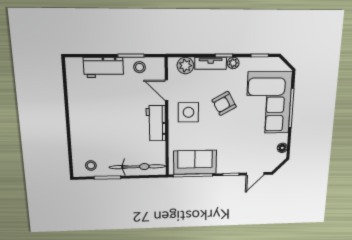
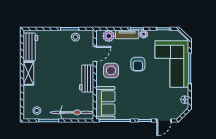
workbench: (103, 67) -> (30, 47), moved, turned -90
door: (166, 90) -> (95, 54), swing flipped
armchair: (224, 103) -> (138, 64), turned -61
shelving: (76, 118) -> (28, 73), added
sofa: (195, 162) -> (105, 103), moved, turned 90

